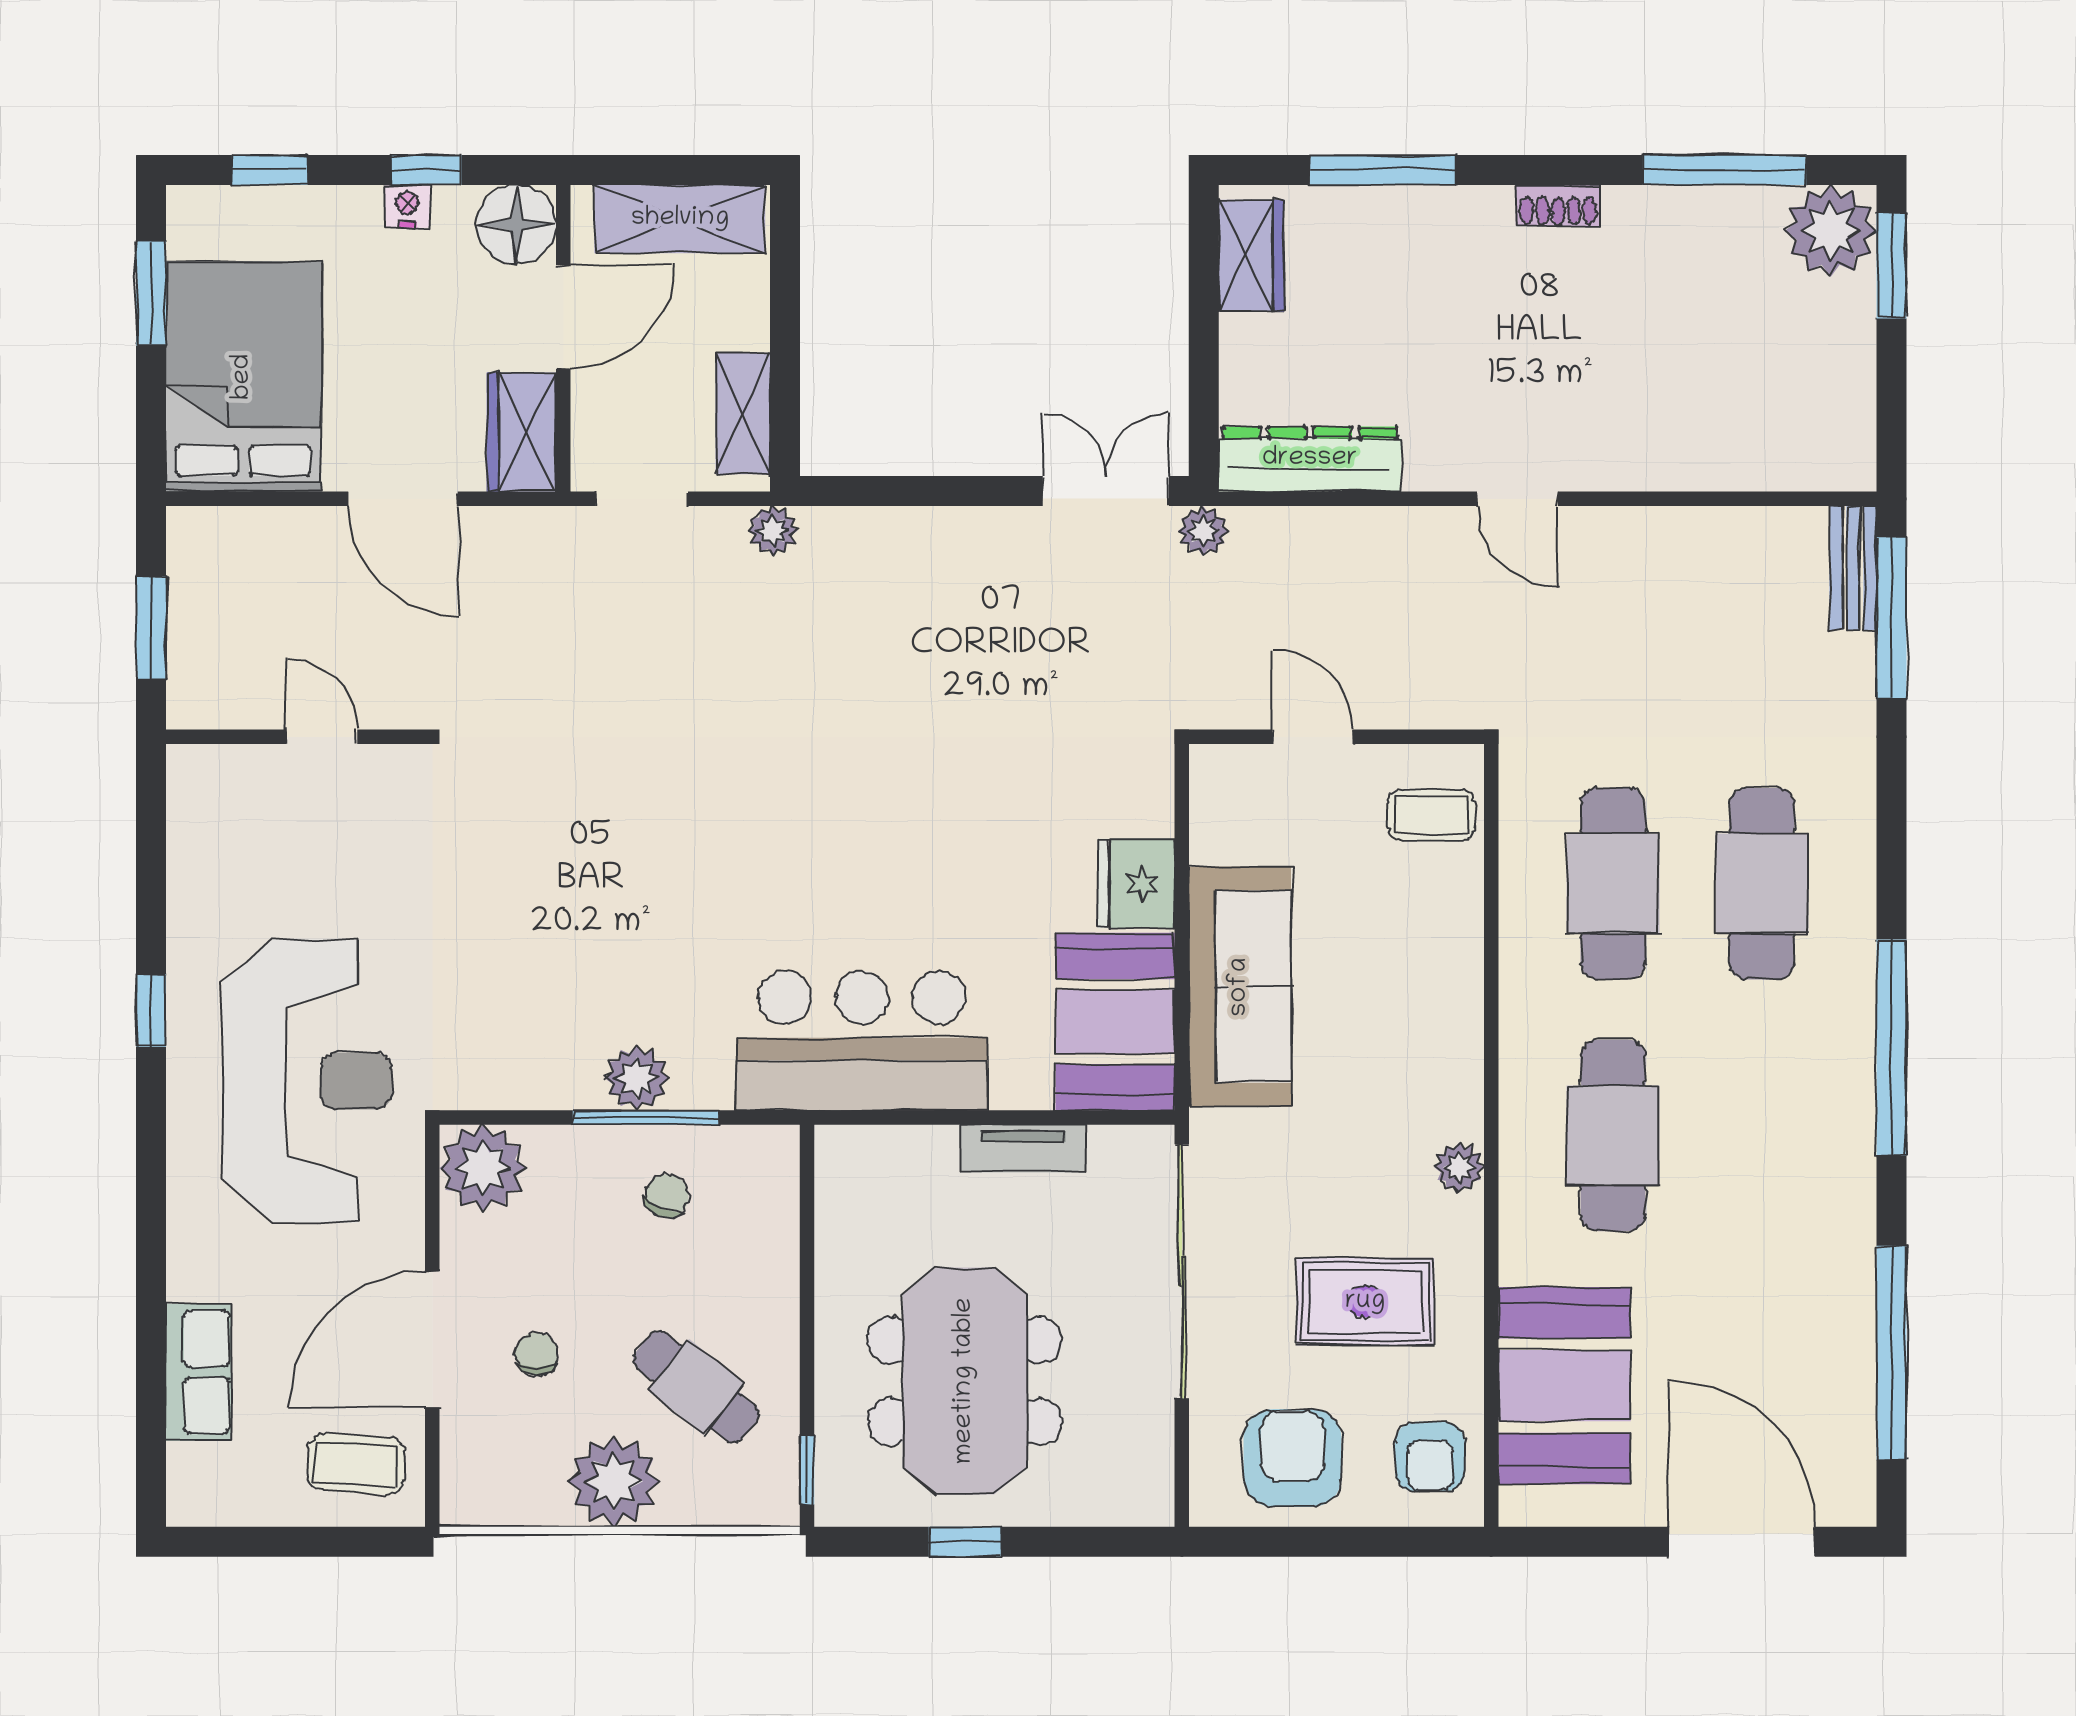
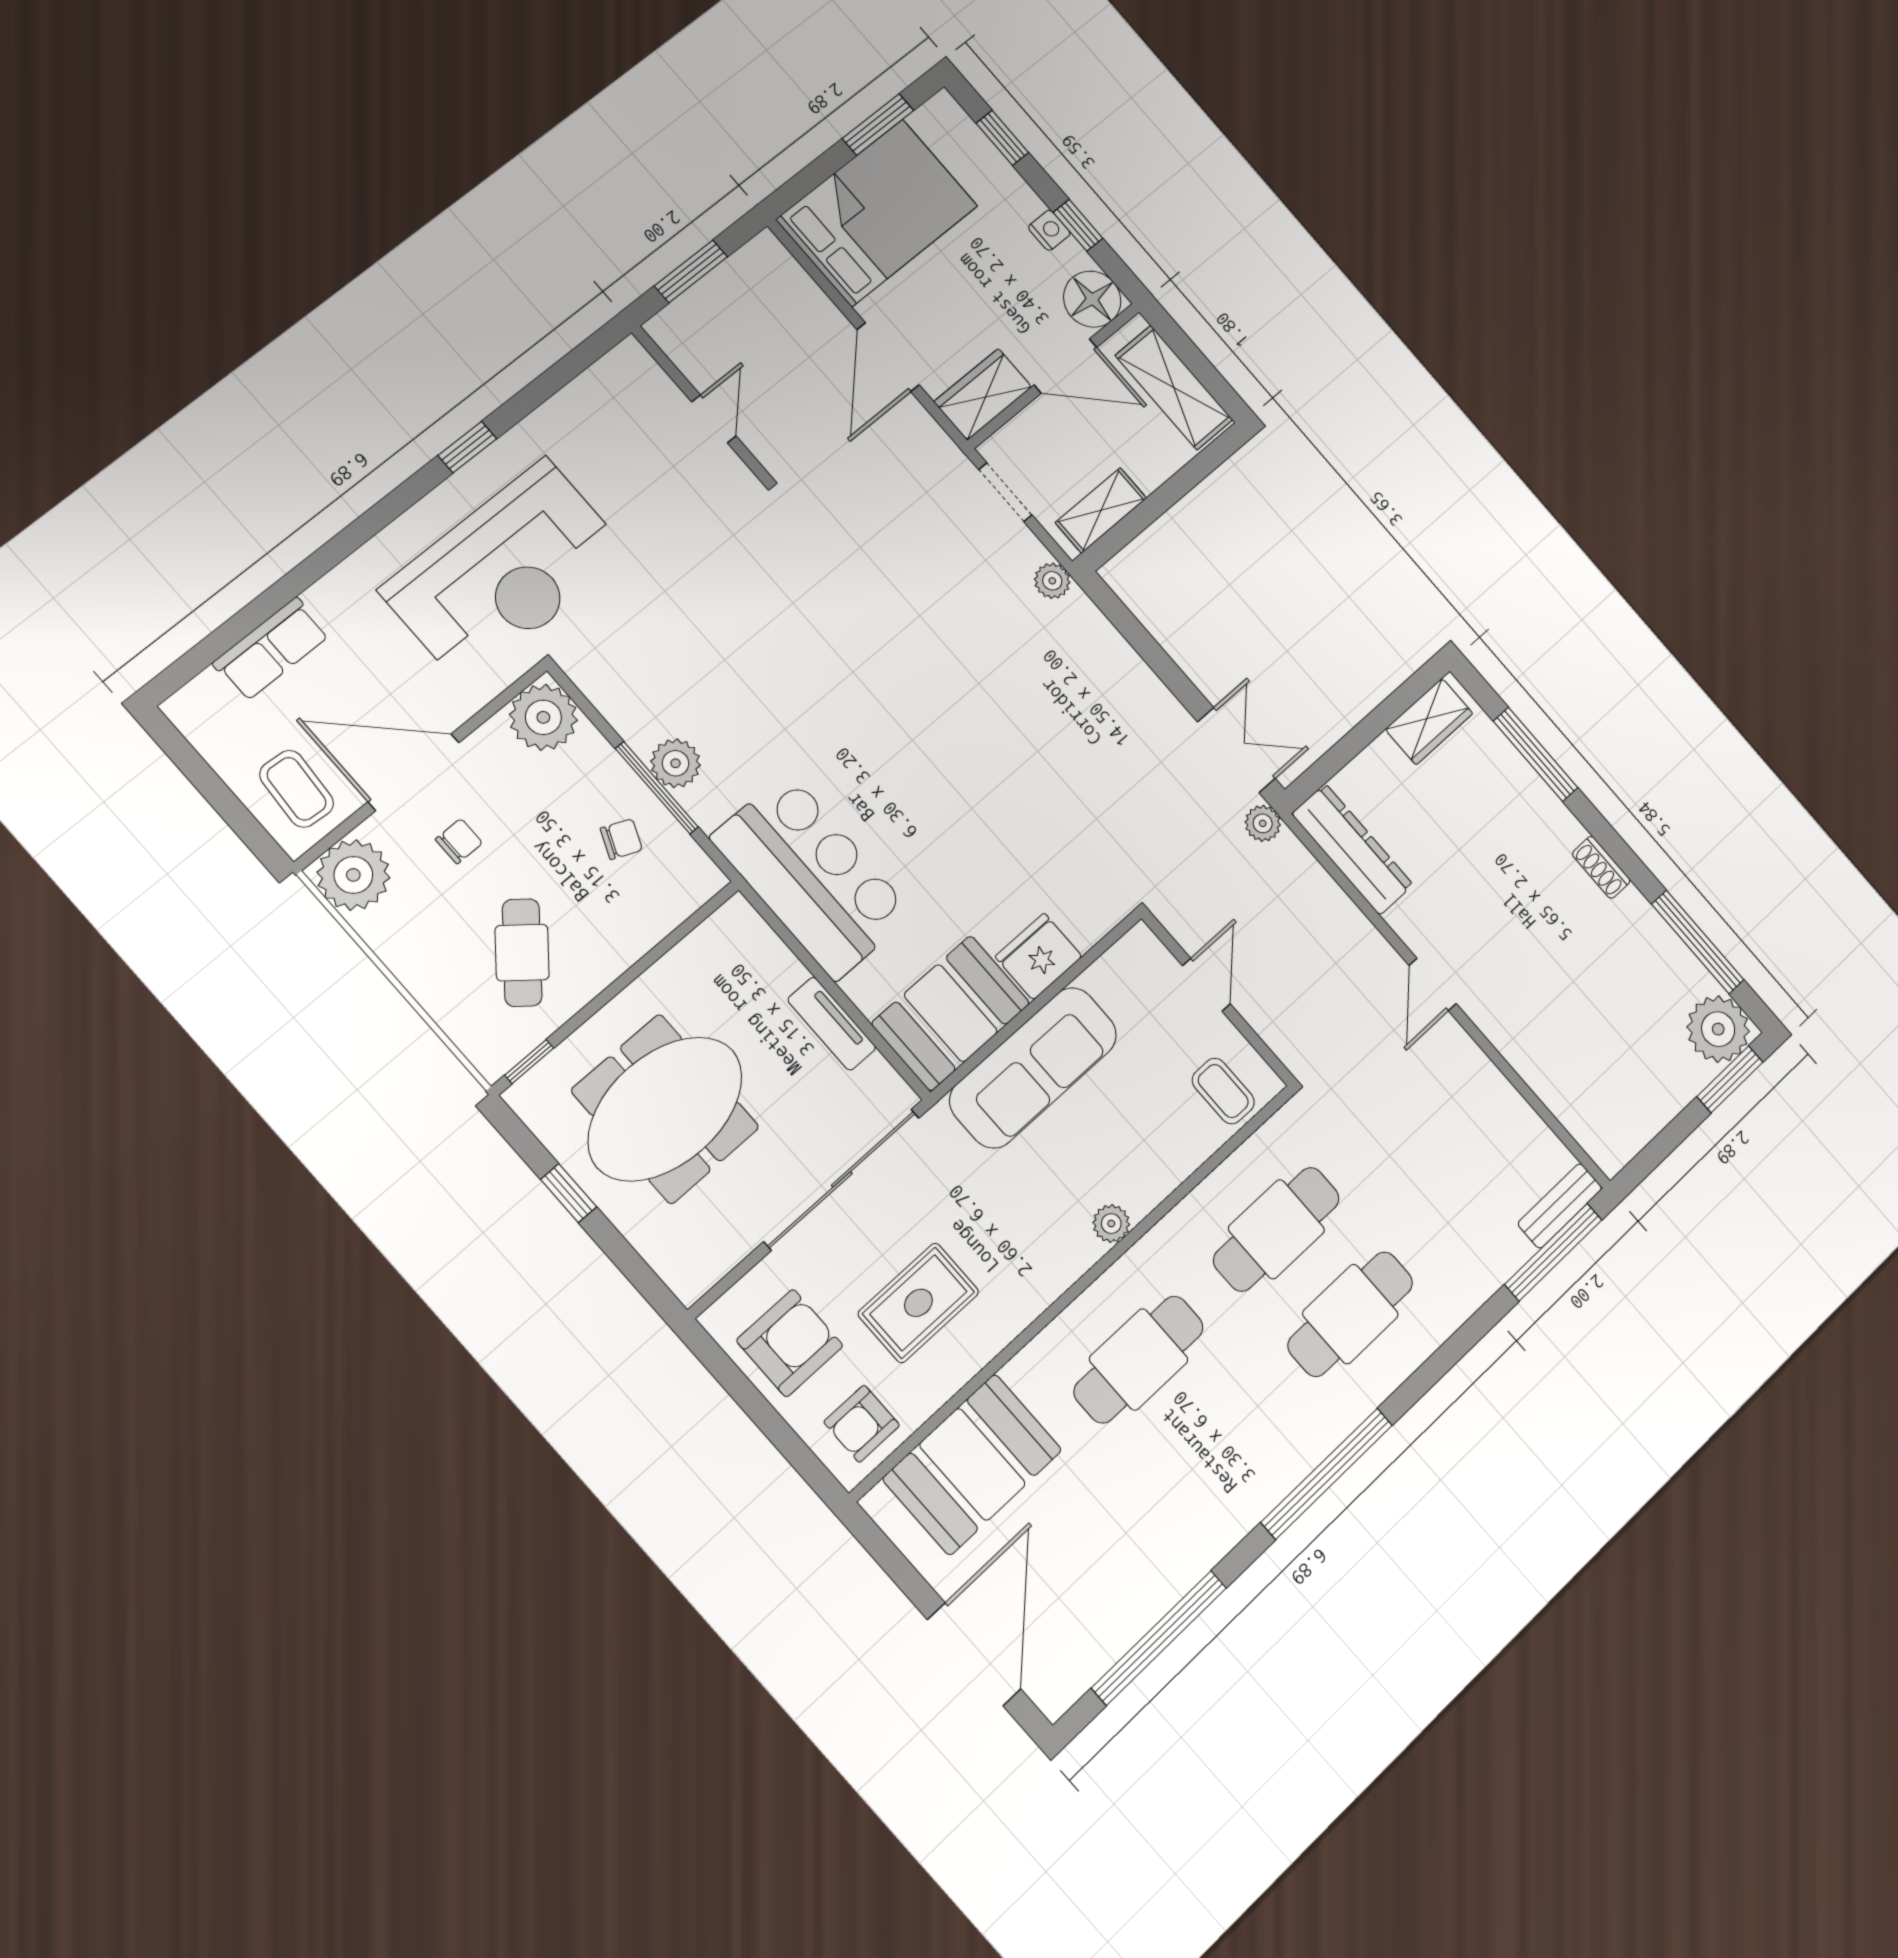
plant: (1459, 1167) -> (1111, 1224), moved
rug: (1365, 1302) -> (918, 1303), turned 90
plant: (614, 1481) -> (353, 875), moved

